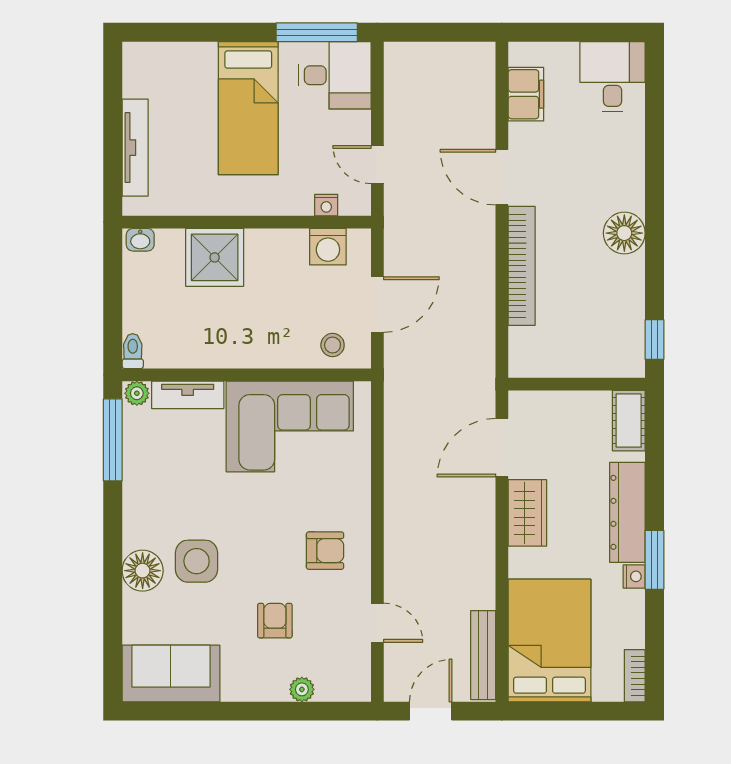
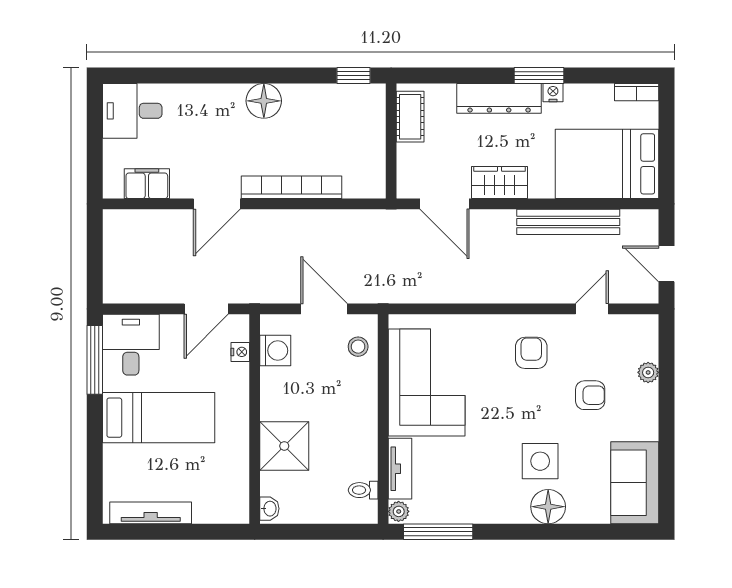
tv unit: (135, 148) -> (151, 513), moved
door: (377, 165) -> (206, 309), width x1.38
toilet: (133, 351) -> (363, 490), moved
cot: (629, 421) -> (410, 117), moved, turned 90
armchair: (275, 621) -> (590, 395), turned 180
bench: (483, 655) -> (568, 222), moved, width x1.37, depth x1.21

